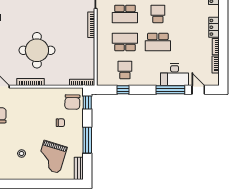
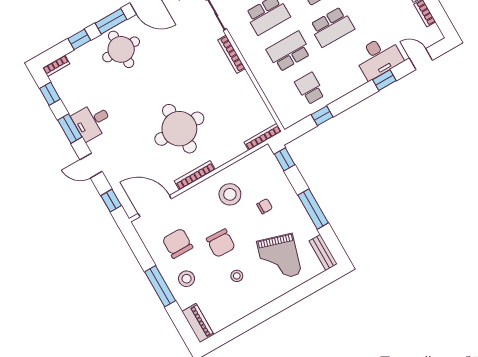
window: (170, 90) -> (384, 80), width x0.46
chair: (72, 102) -> (221, 243), moved
stool: (44, 105) -> (230, 194), added

